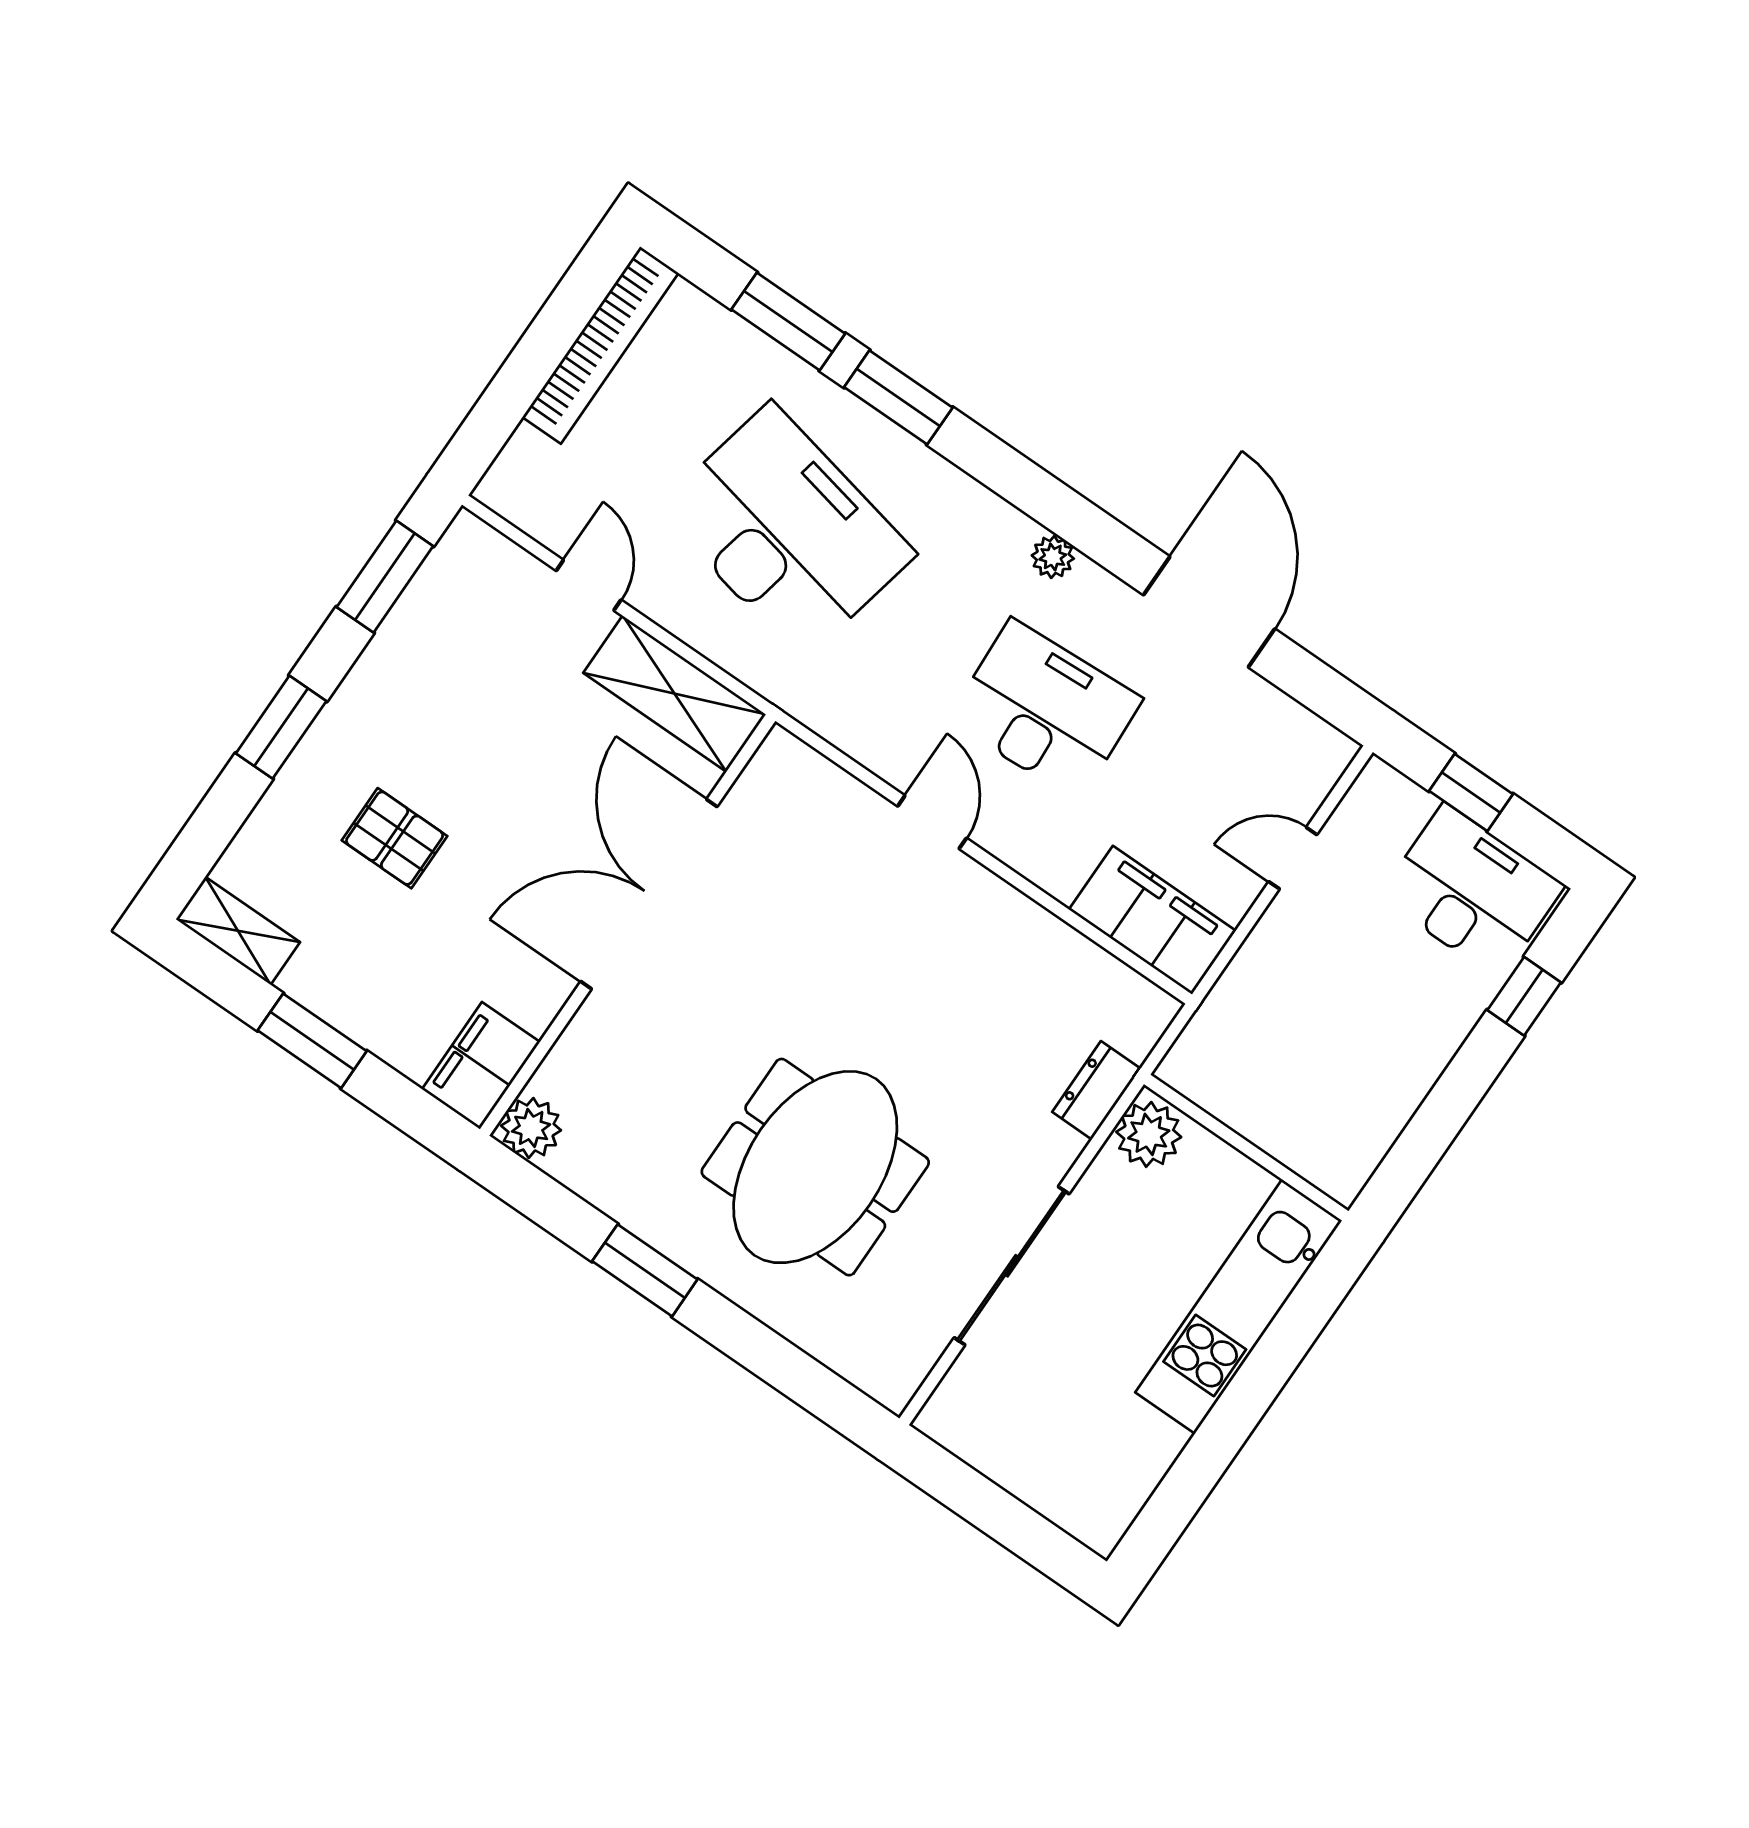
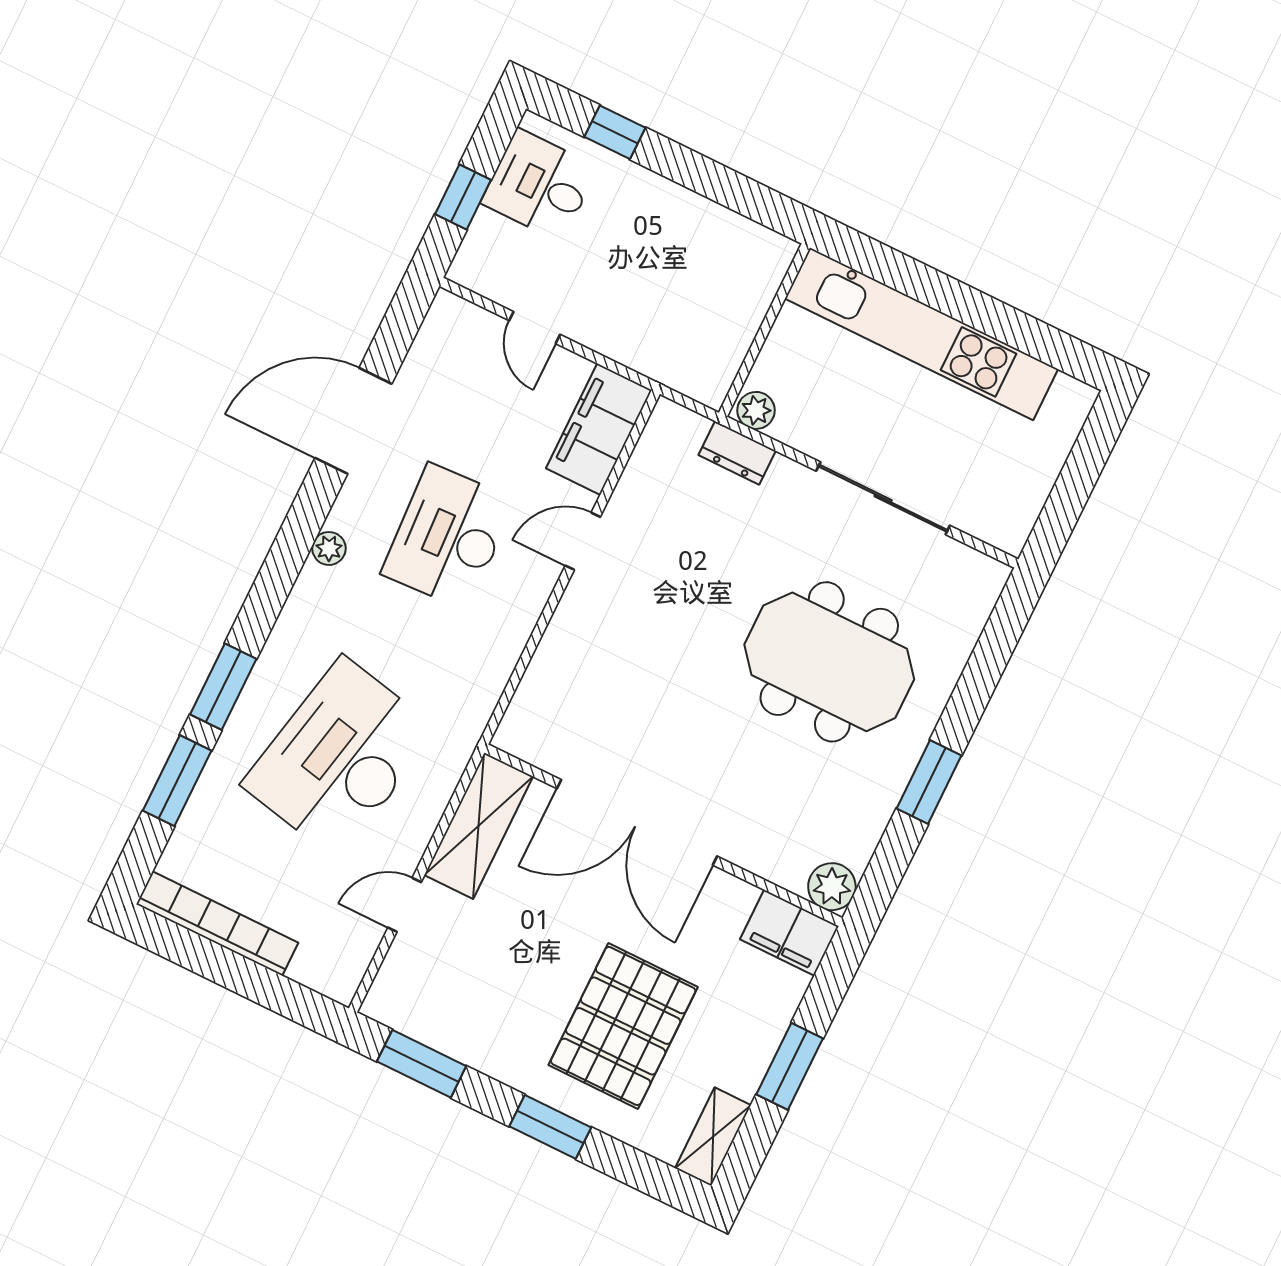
door: (932, 822) -> (583, 541), moved
pallet: (395, 838) -> (623, 1026), width x2.05, depth x2.00
desk: (1472, 891) -> (540, 185), width x0.73
plant: (1149, 1134) -> (756, 410), width x0.73, depth x0.73
kitchen unit: (1239, 1306) -> (921, 334), width x1.36

